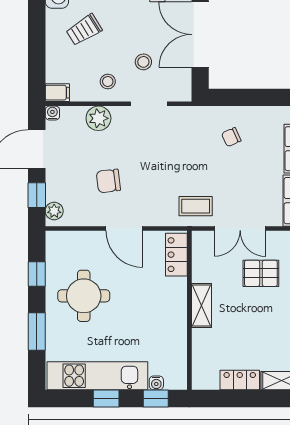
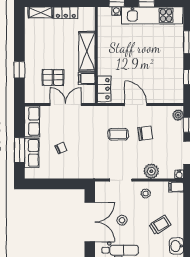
stool: (143, 62) -> (122, 220), moved
chair: (231, 137) -> (61, 148), moved
coffee table: (196, 206) -> (118, 134), moved
filing cabinet: (205, 272) -> (87, 78), added
round table: (84, 296) -> (160, 64), removed
shelving: (201, 306) -> (87, 51), width x1.50, depth x1.33

